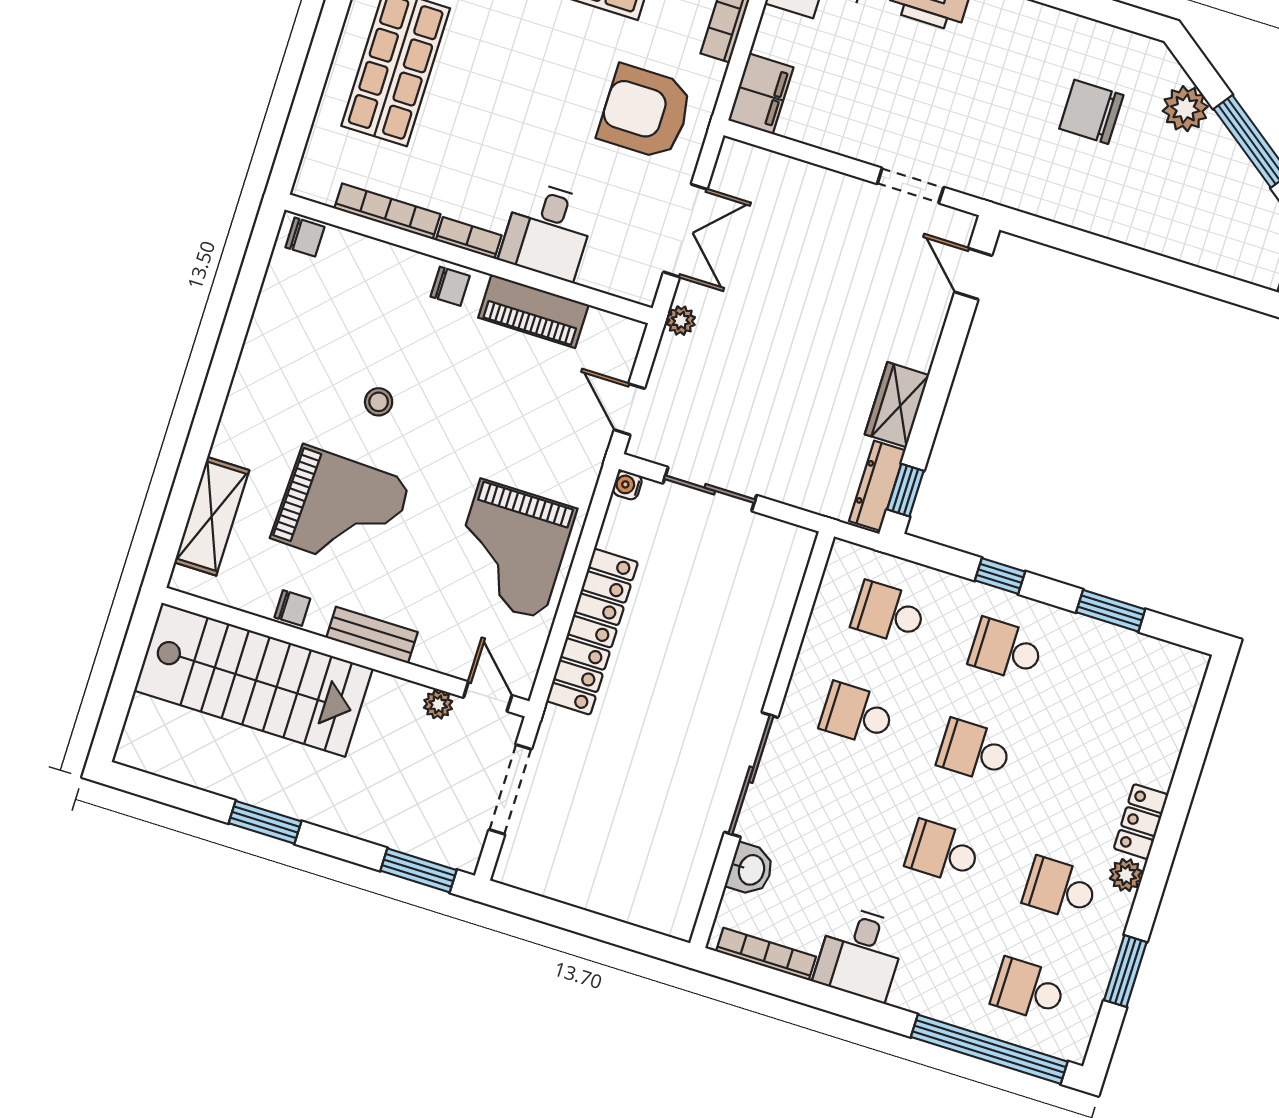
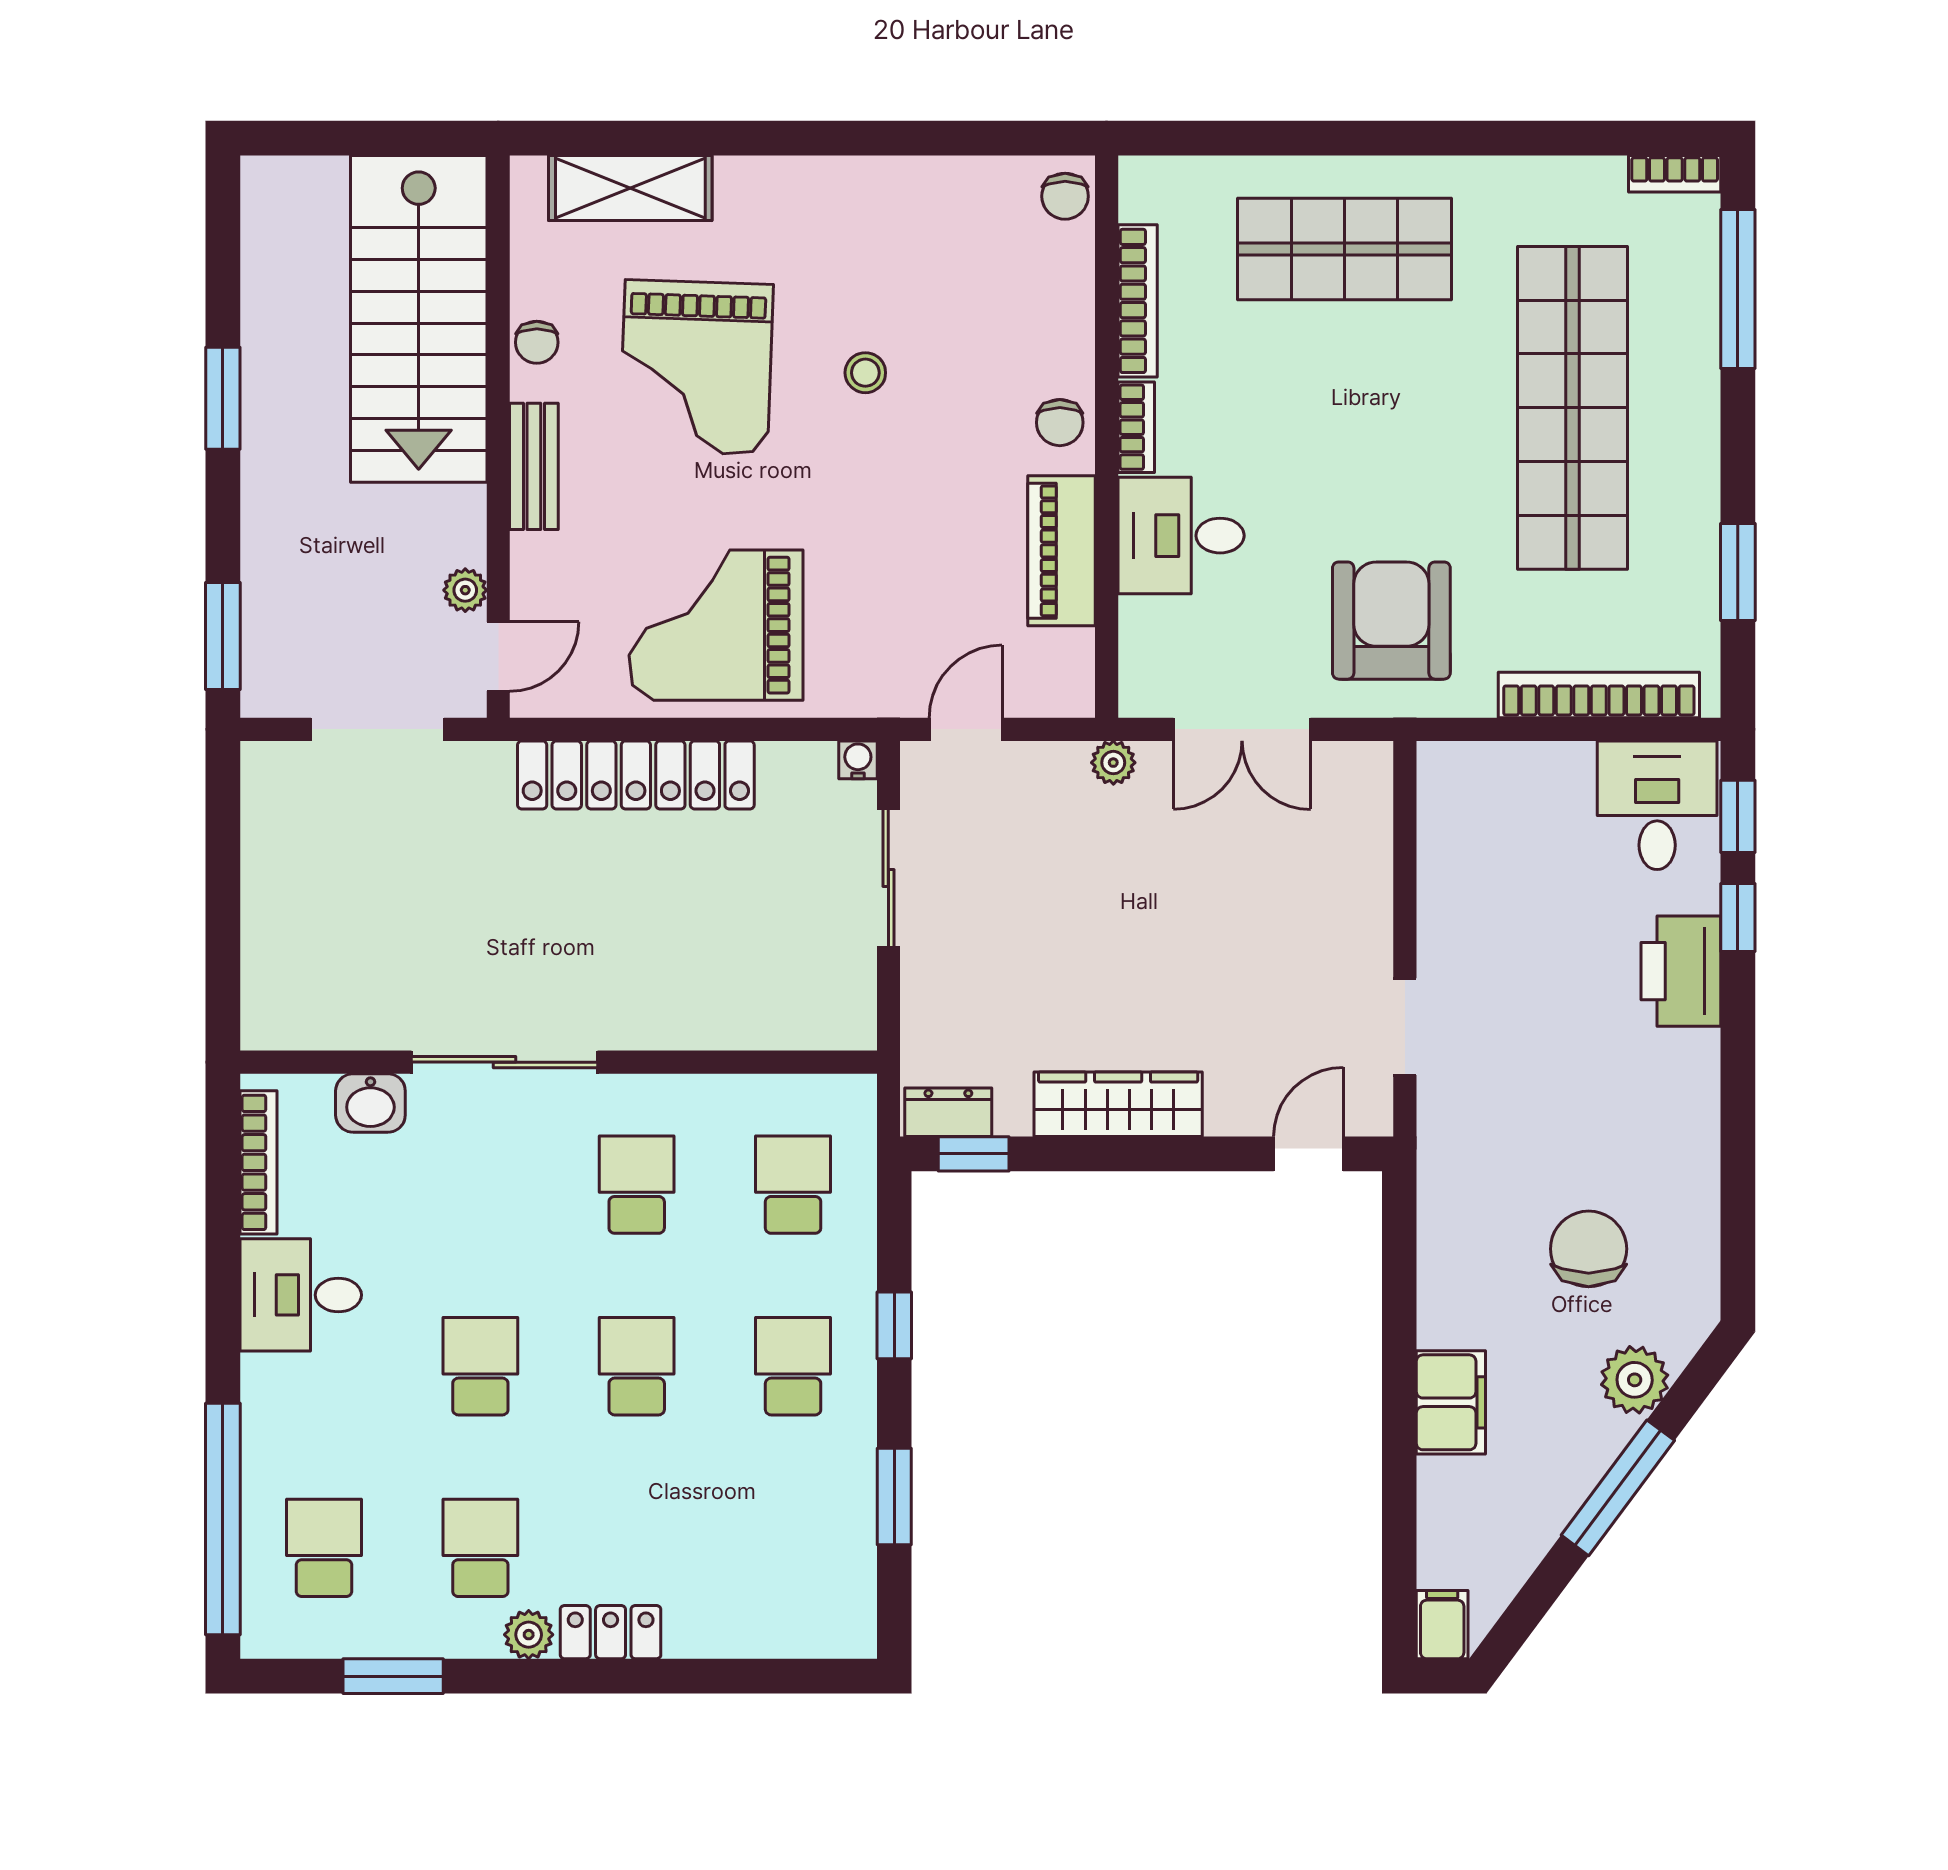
filing cabinet: (761, 94) -> (1451, 1402), moved, turned -90
wardrobe: (897, 405) -> (1118, 1104), width x1.50
dresser: (877, 486) -> (948, 1112), width x0.70

